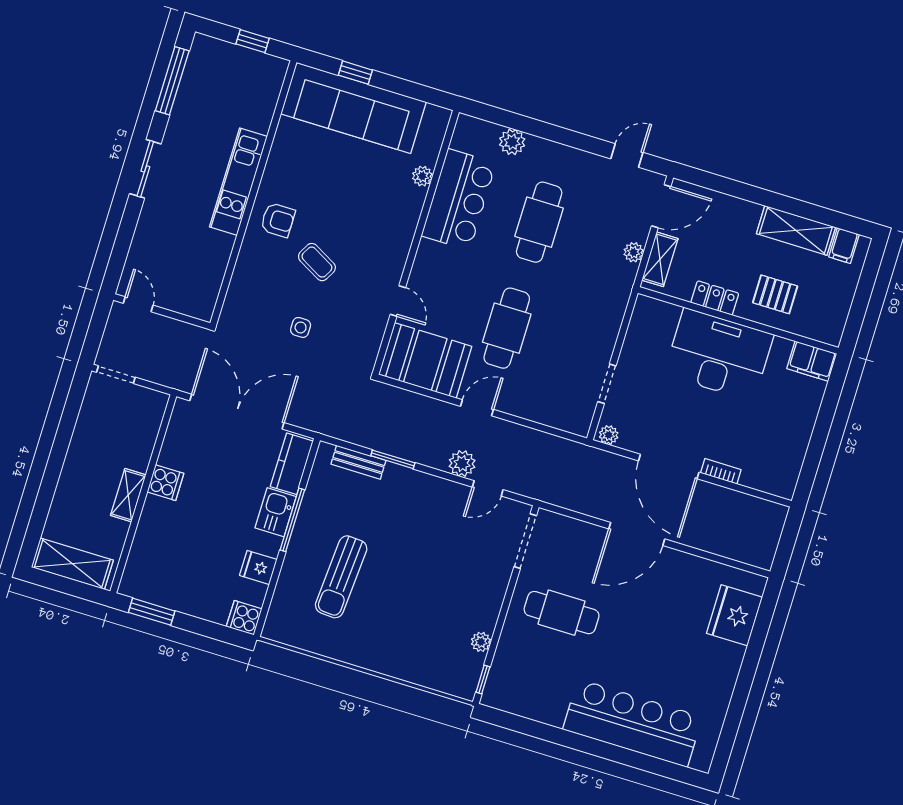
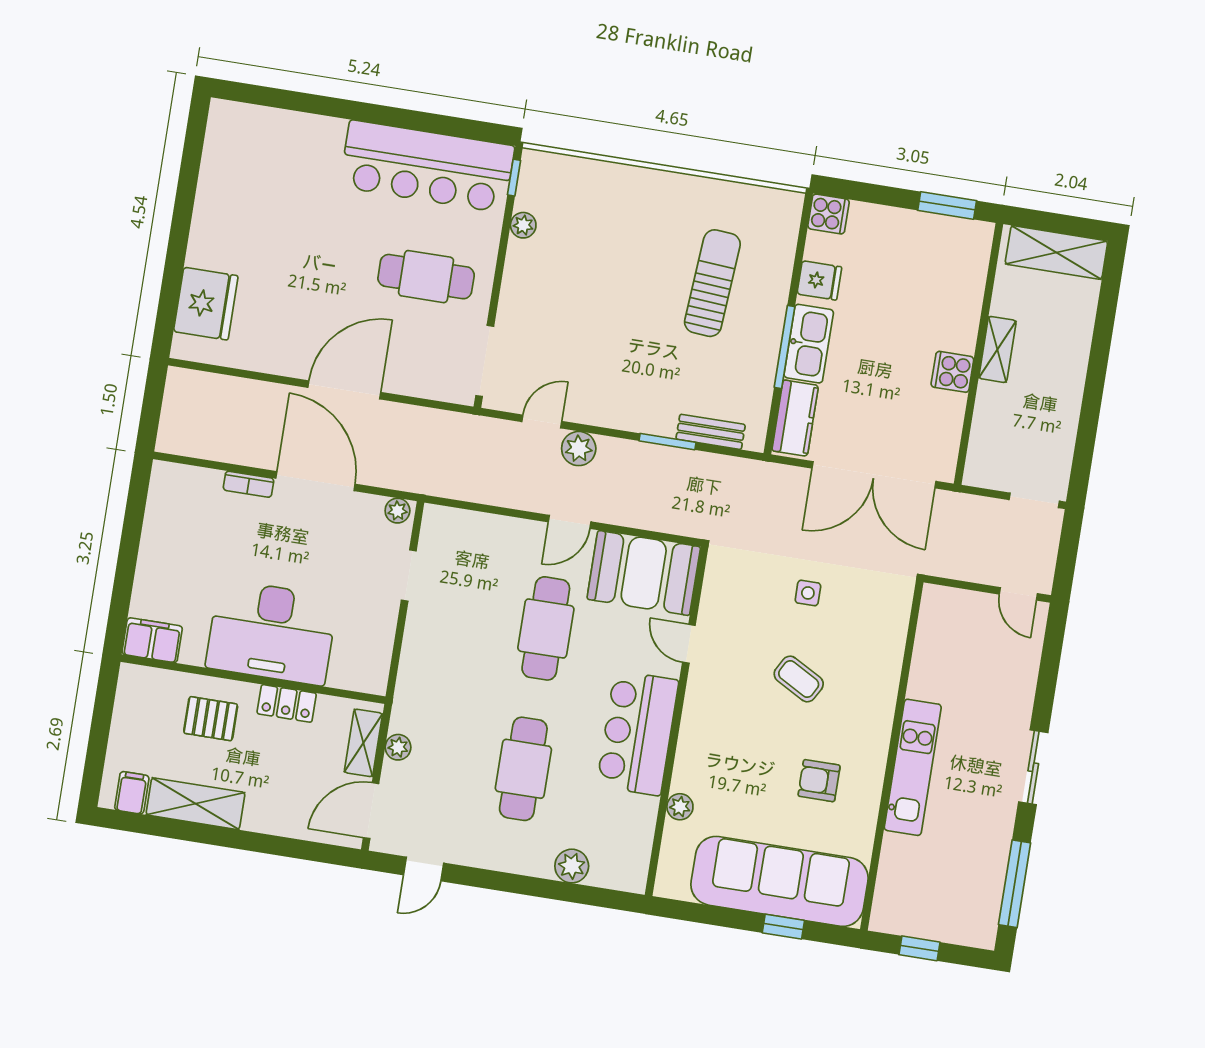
bar counter: (459, 199) -> (638, 733), moved
armchair: (278, 220) -> (819, 781), moved
kitchen sink: (276, 512) -> (809, 344), width x1.38
bar counter: (633, 723) -> (427, 166), moved

